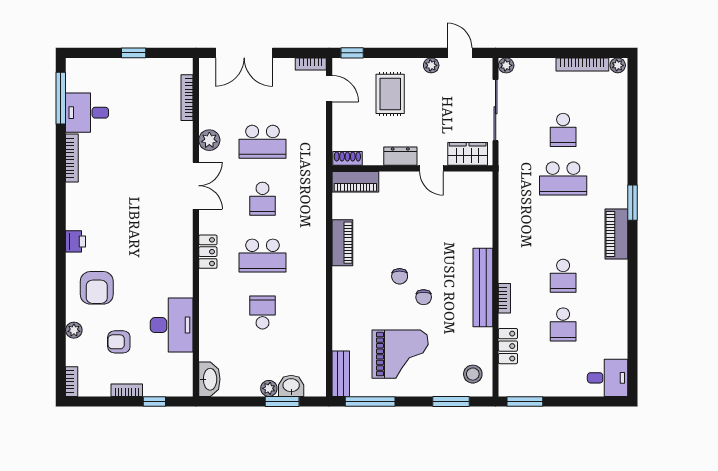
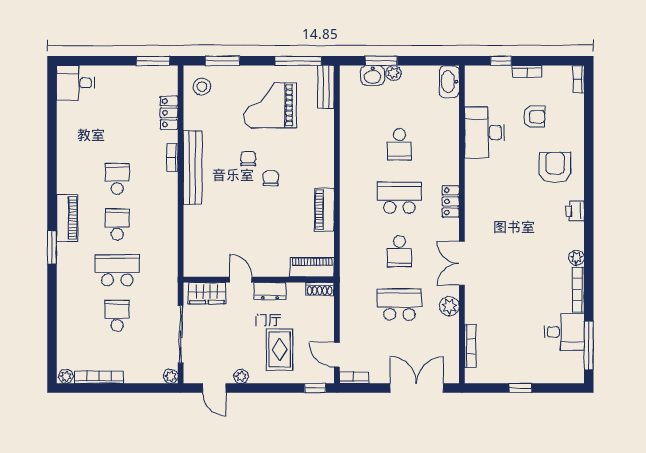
school desk: (262, 199) -> (399, 251), turned 180
school desk: (563, 324) -> (117, 224), moved
plant: (74, 330) -> (577, 258), moved

